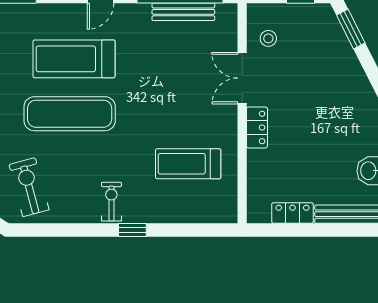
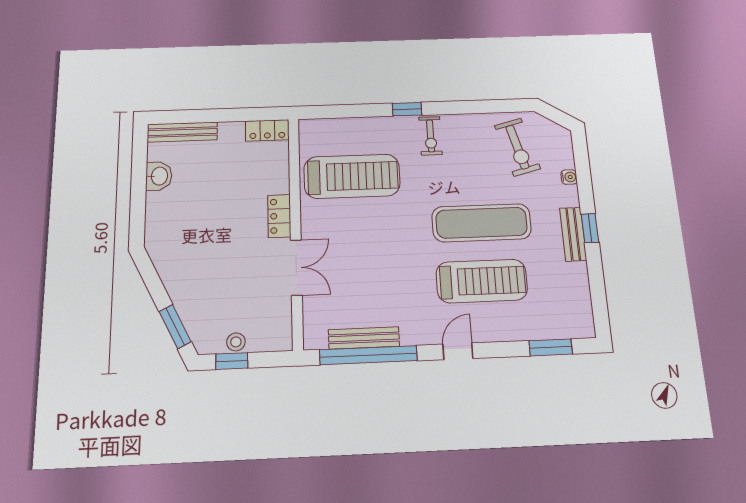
stool: (268, 38) -> (236, 342), moved
treadmill: (188, 164) -> (352, 176), width x1.37, depth x1.38
locker: (292, 213) -> (267, 130), moved

